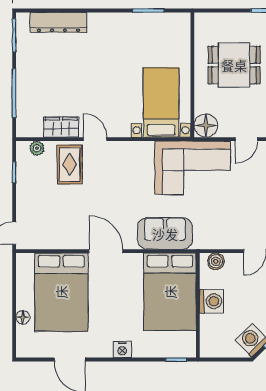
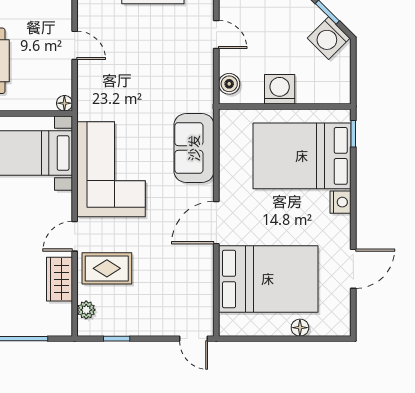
floor lamp: (206, 126) -> (64, 103), width x0.53, depth x0.53
corner sofa: (193, 168) -> (111, 169), moved
bed: (170, 292) -> (302, 156), moved, turned 180

